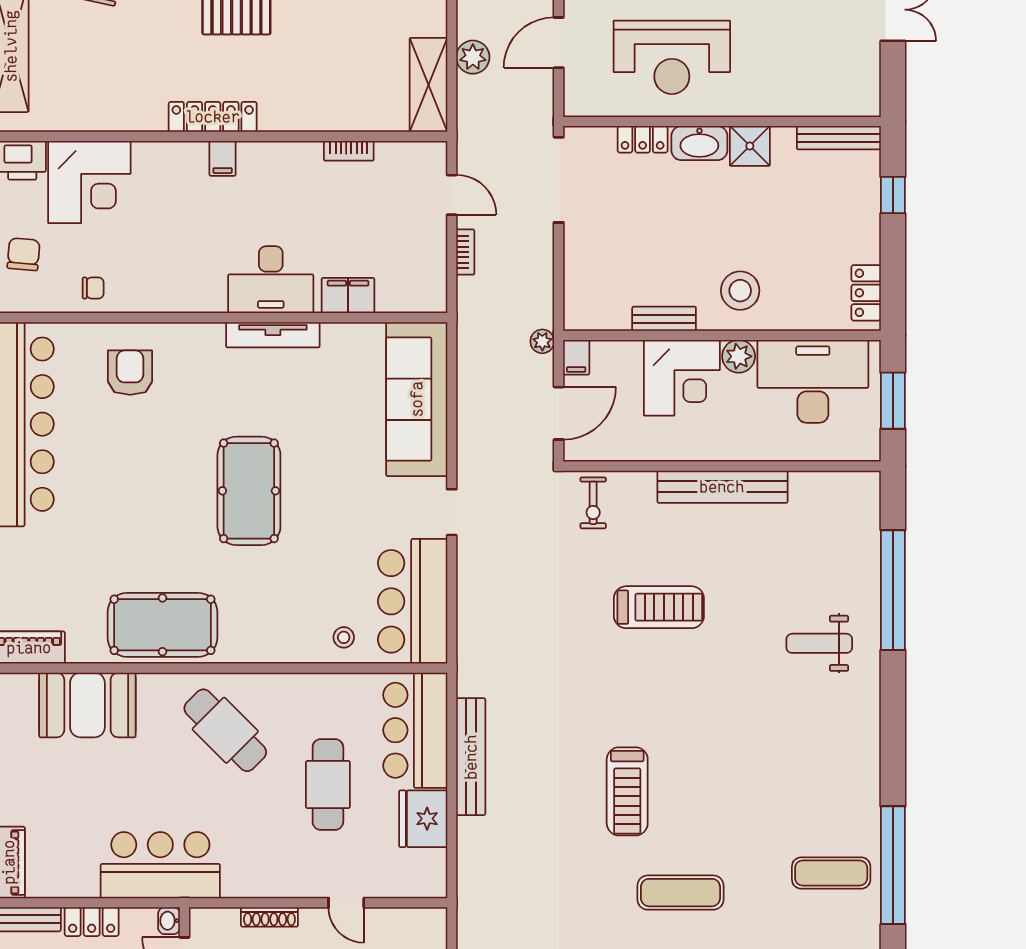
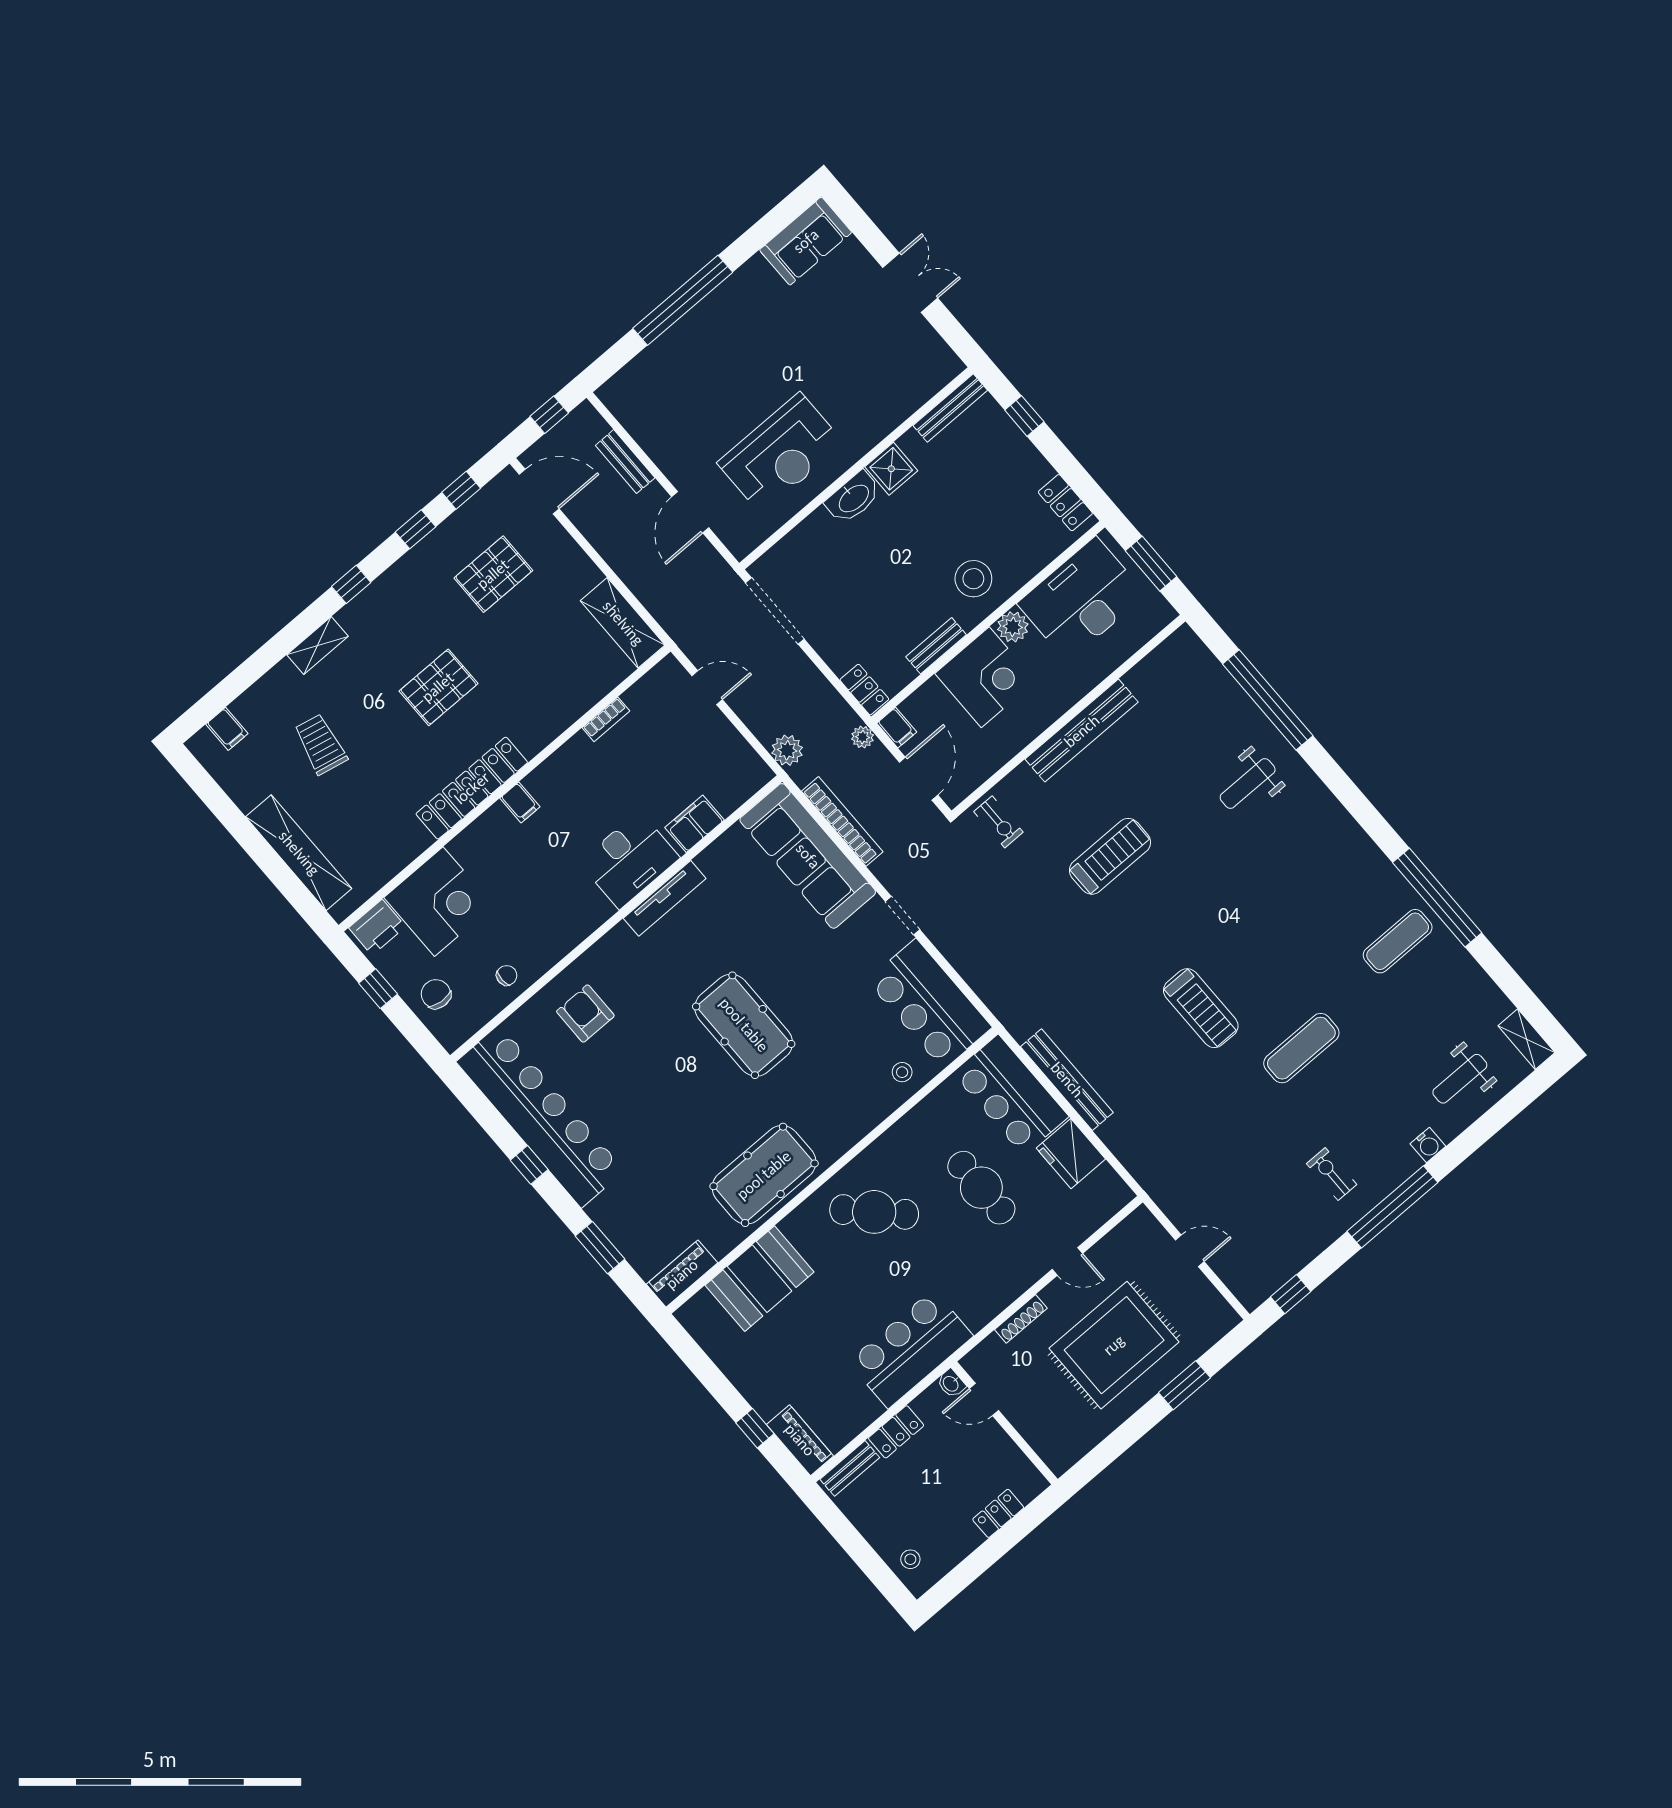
plant: (473, 57) -> (787, 750), moved
locker: (213, 117) -> (472, 788), width x1.41, depth x1.21
locker: (643, 139) -> (864, 690), moved, turned -90
bookcase: (465, 252) -> (842, 821), moved, width x2.31, depth x1.31

